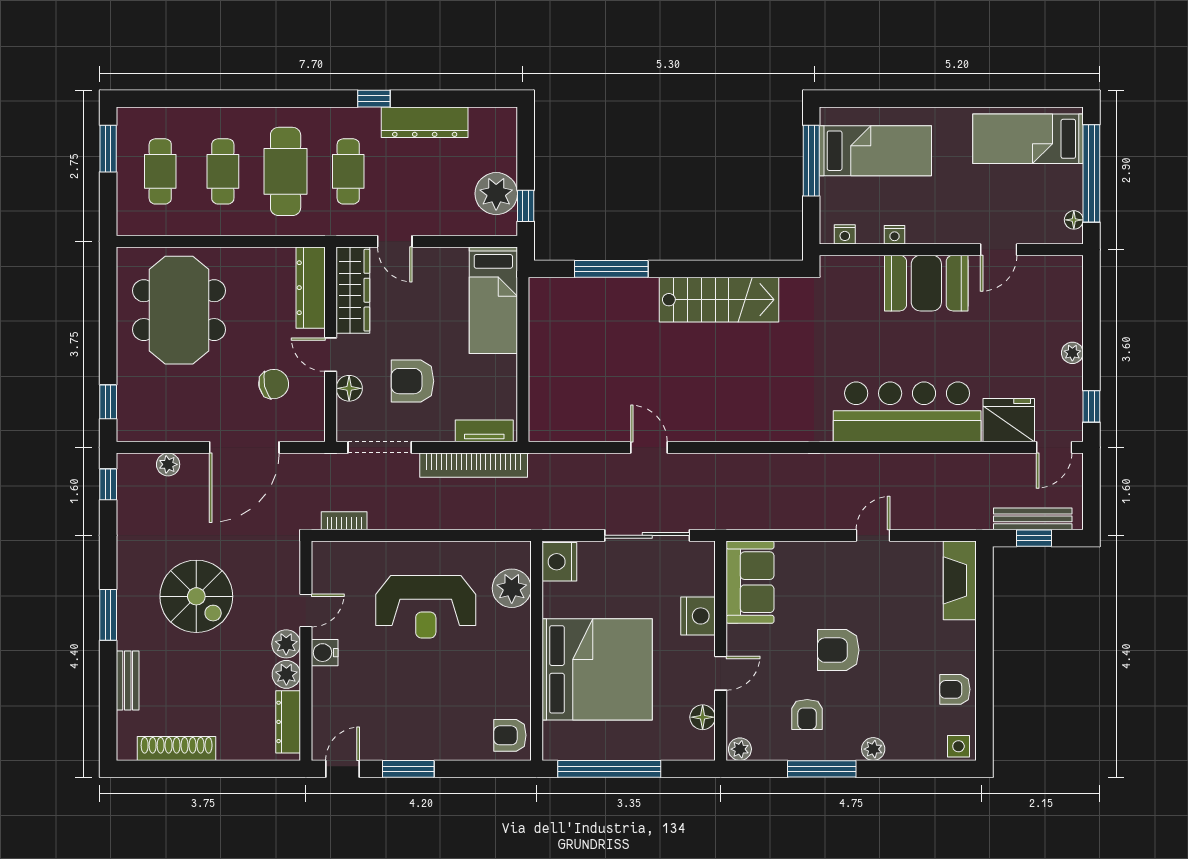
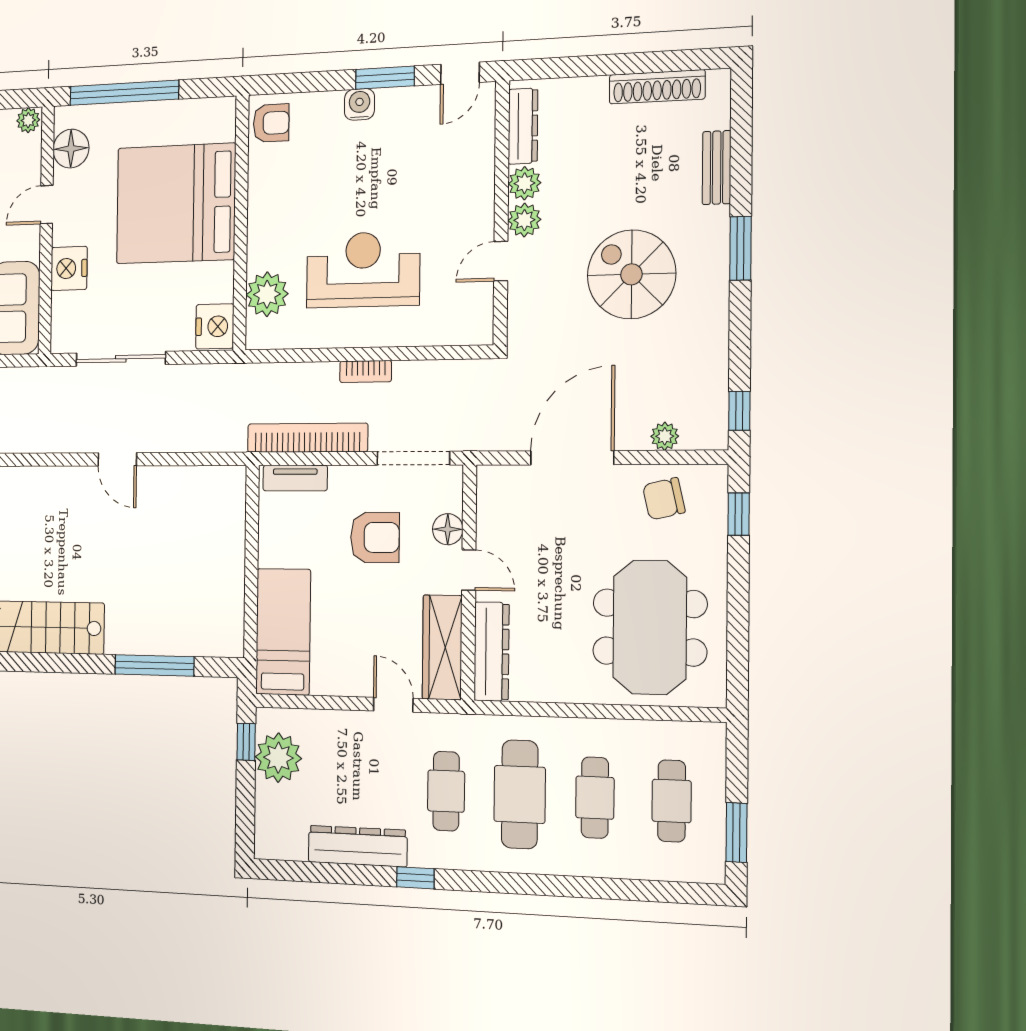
chair: (274, 384) -> (664, 499), moved
bookcase: (344, 521) -> (366, 371), moved
water cooler: (325, 653) -> (359, 104), moved, turned -90
floor lamp: (703, 717) -> (71, 149), width x1.38, depth x1.38
window: (609, 769) -> (124, 93), moved

